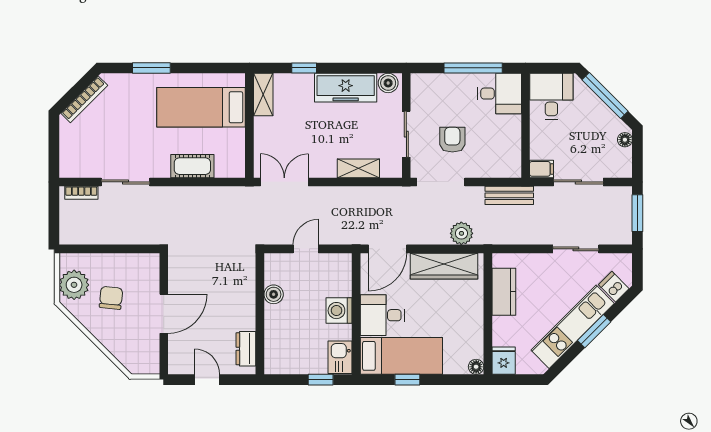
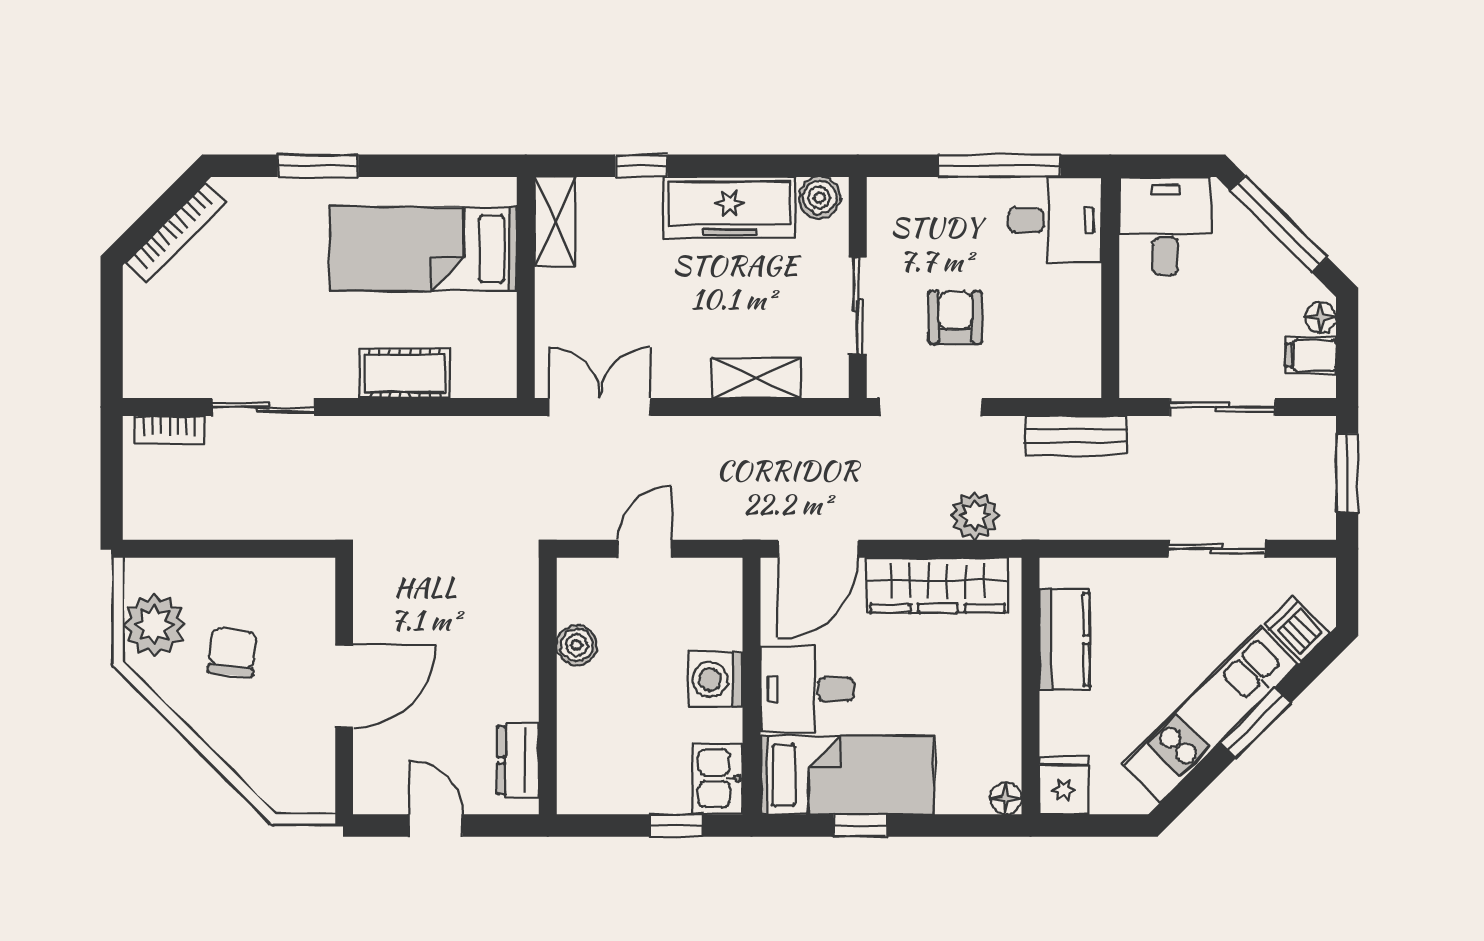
filing cabinet: (541, 169) -> (1311, 355), moved, turned 180

